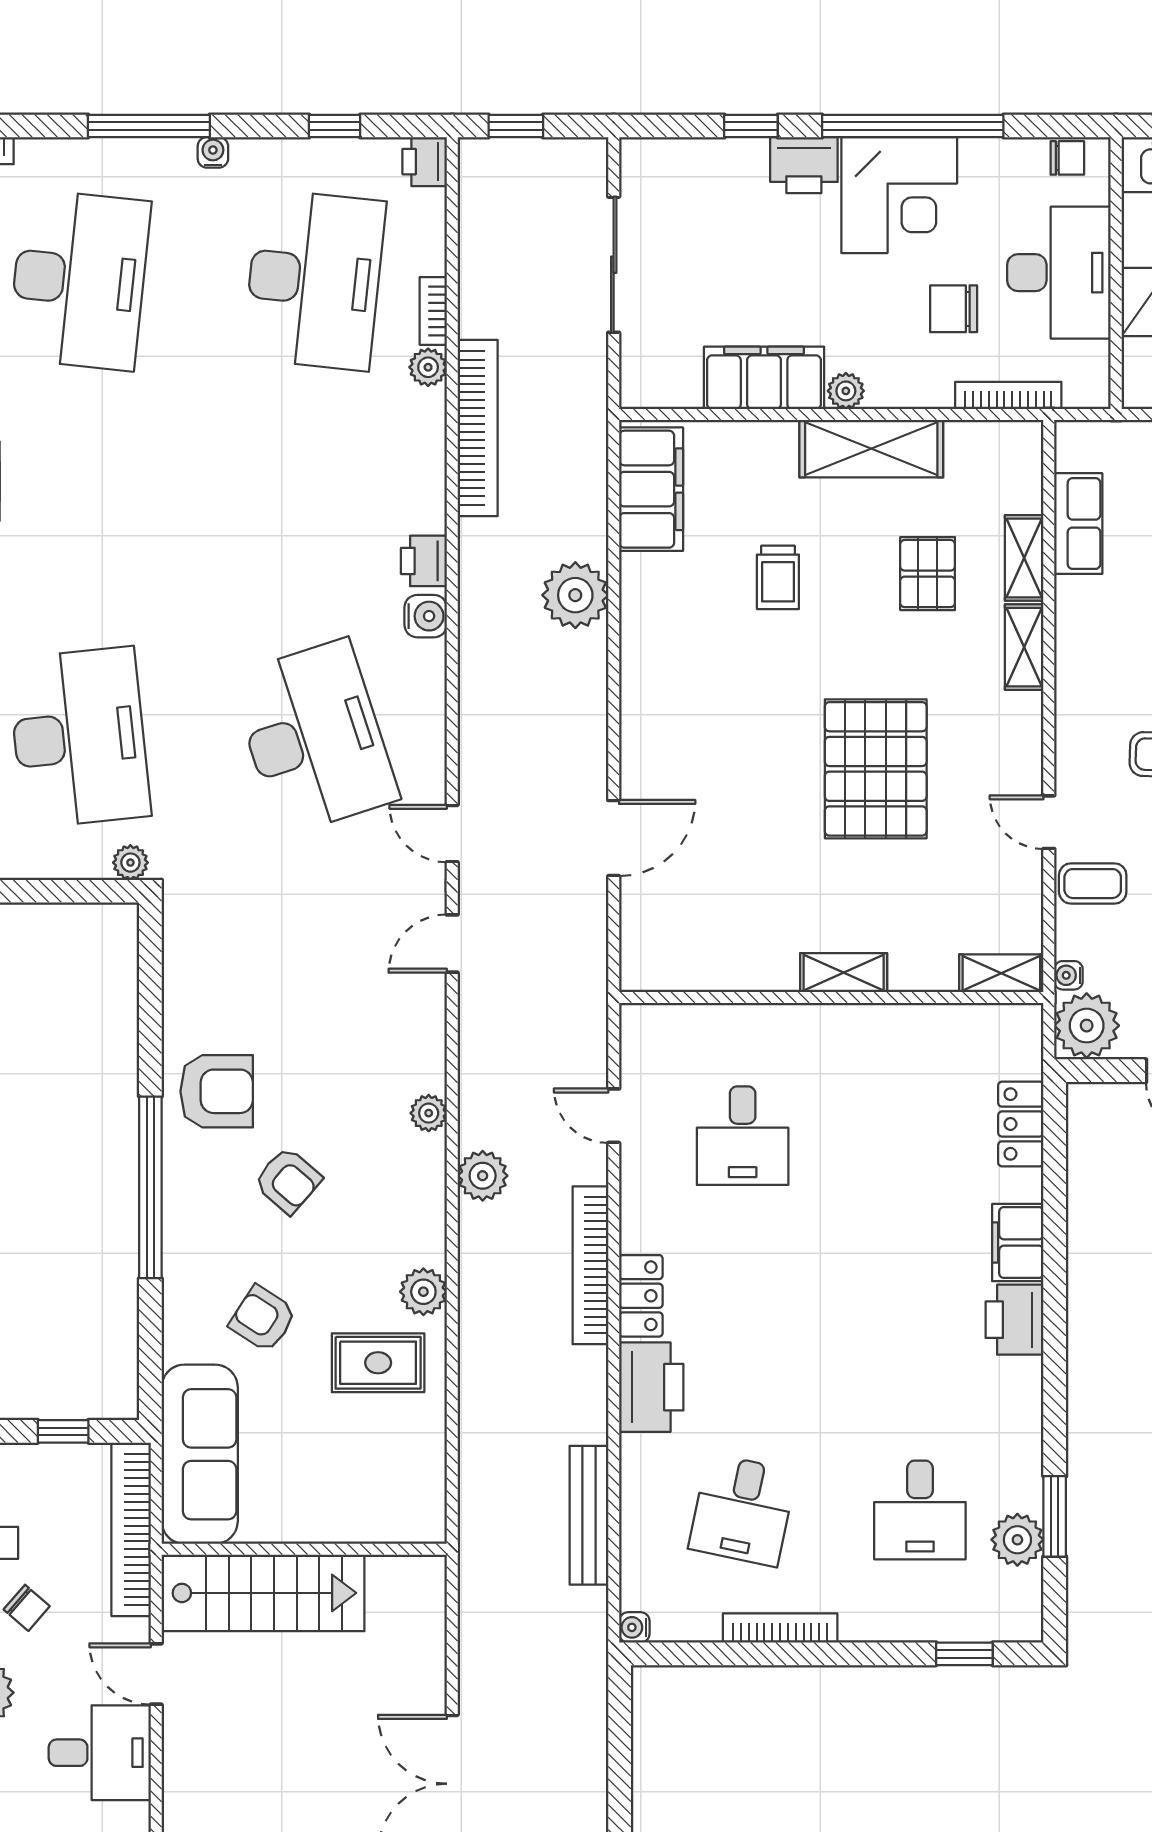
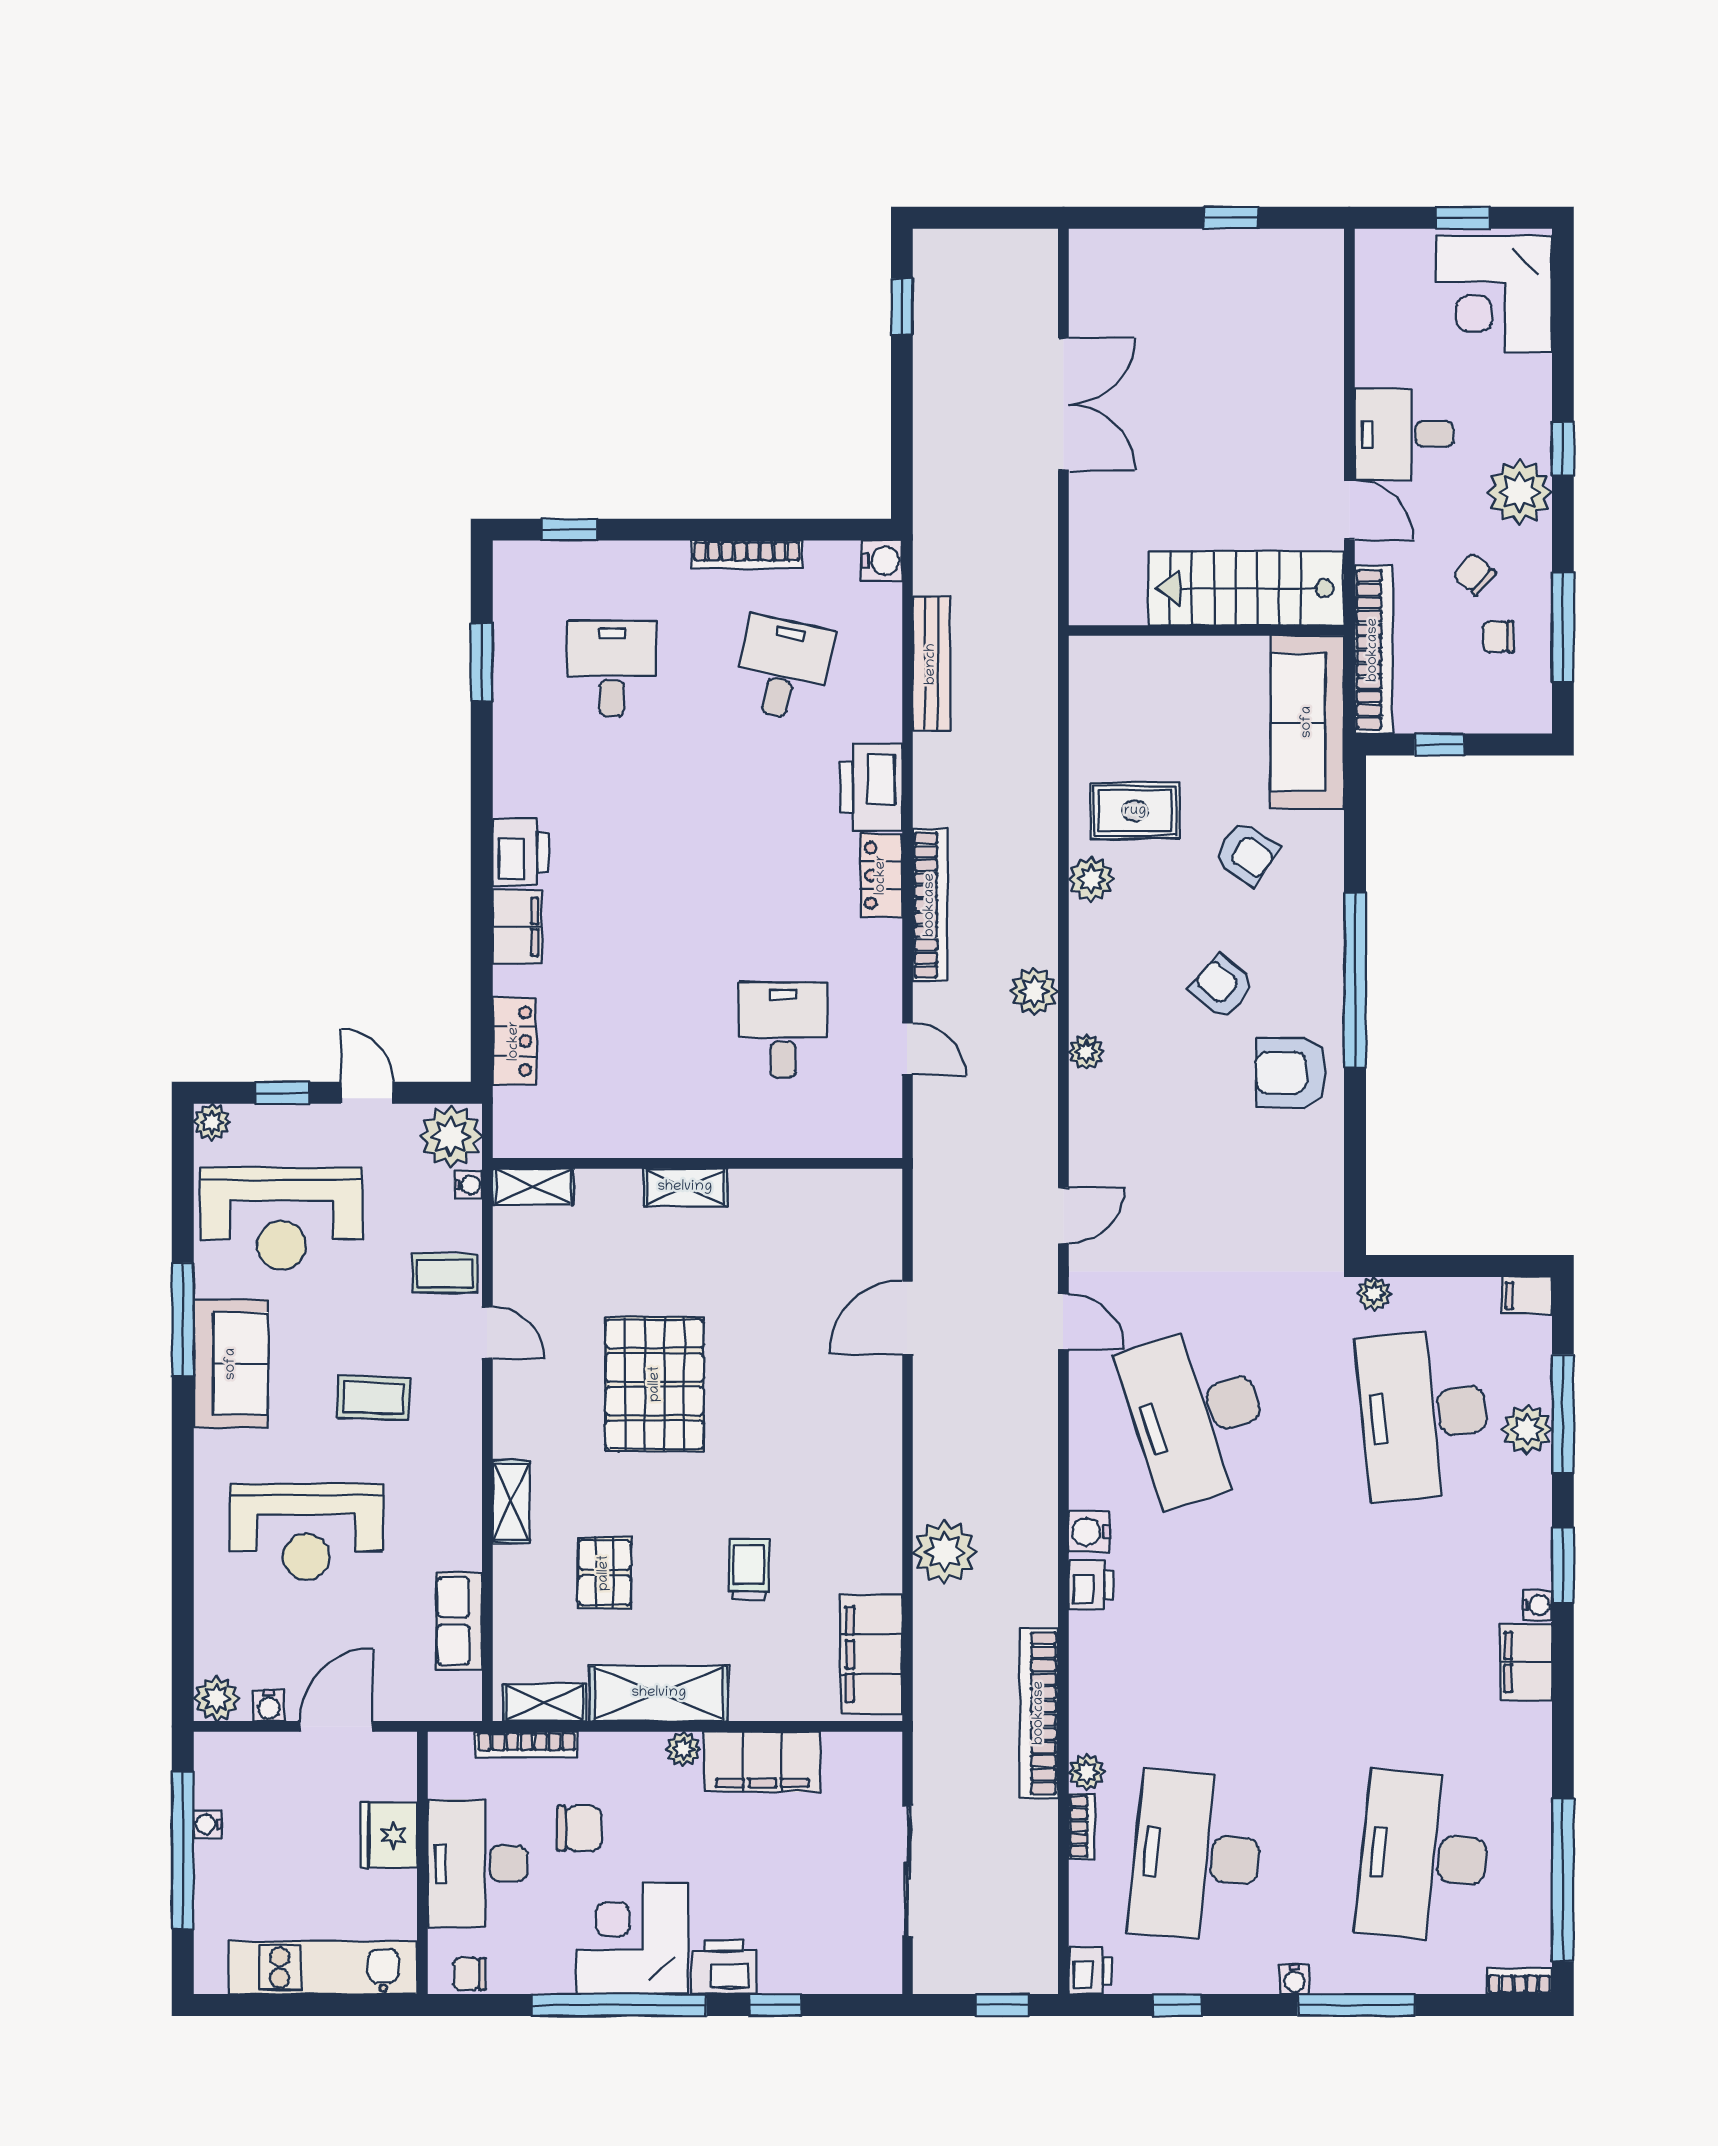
shelving: (1024, 558) -> (545, 1703), moved, turned 90
plant: (1017, 1540) -> (518, 640), removed
water cooler: (634, 1627) -> (882, 561), width x1.38, depth x1.38

